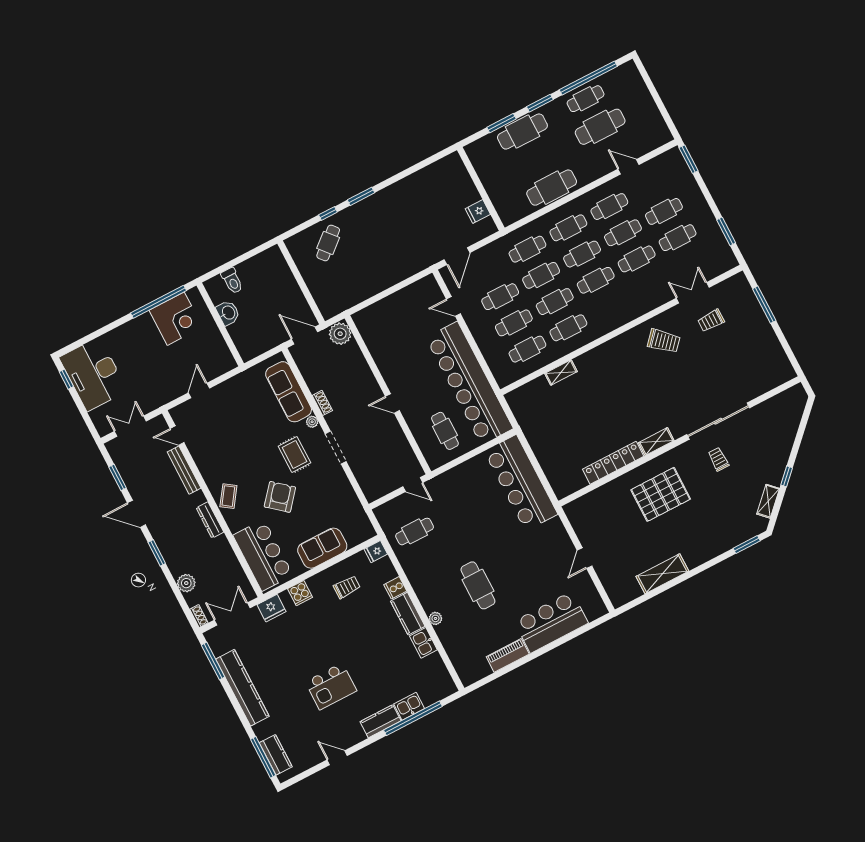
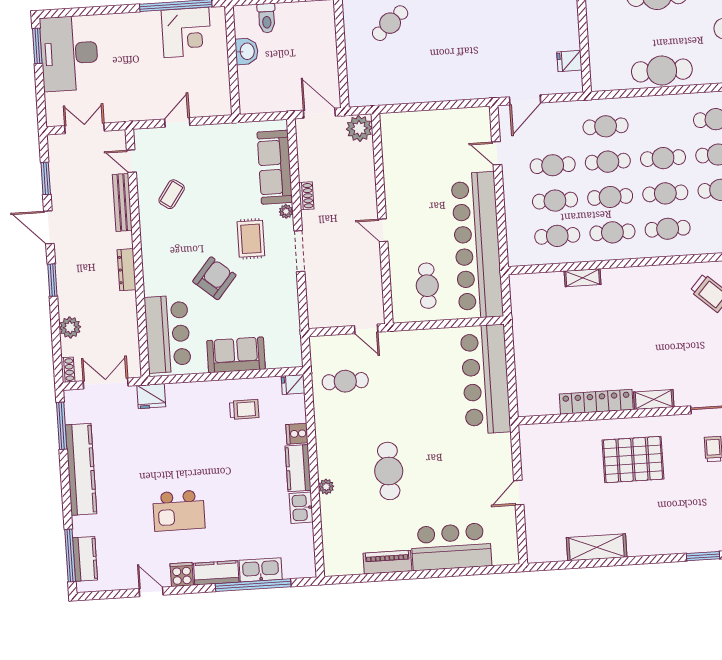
cafe table: (568, 228) -> (668, 229), moved
window: (66, 379) -> (37, 46), width x1.50
coffee table: (228, 496) -> (172, 194), moved
cooker: (300, 593) -> (182, 574), moved, turned 180
kitchen sink: (409, 706) -> (261, 570), width x1.38

